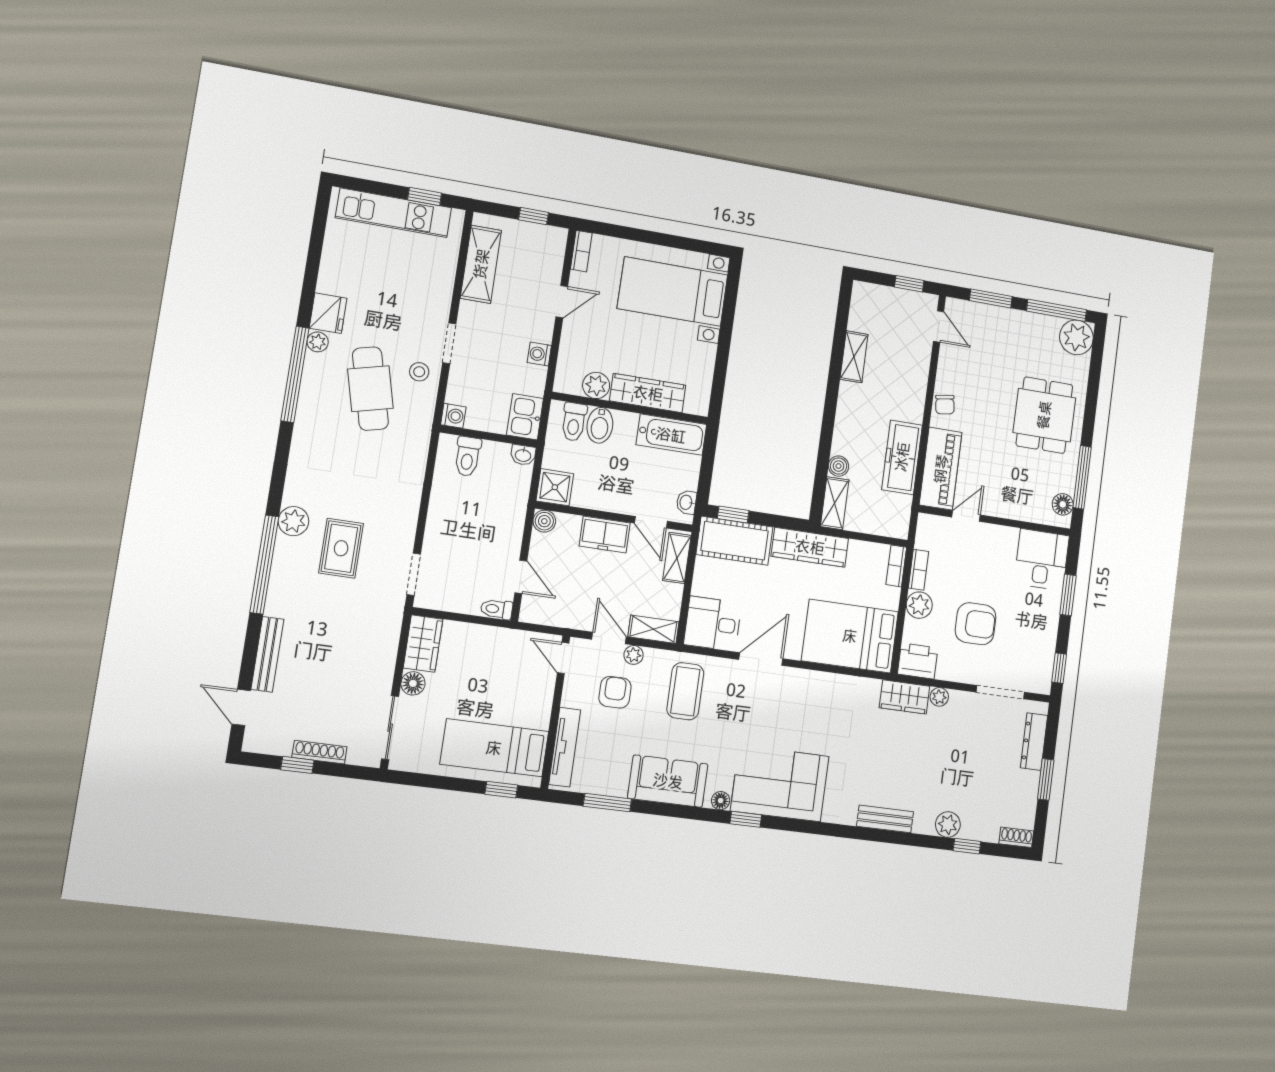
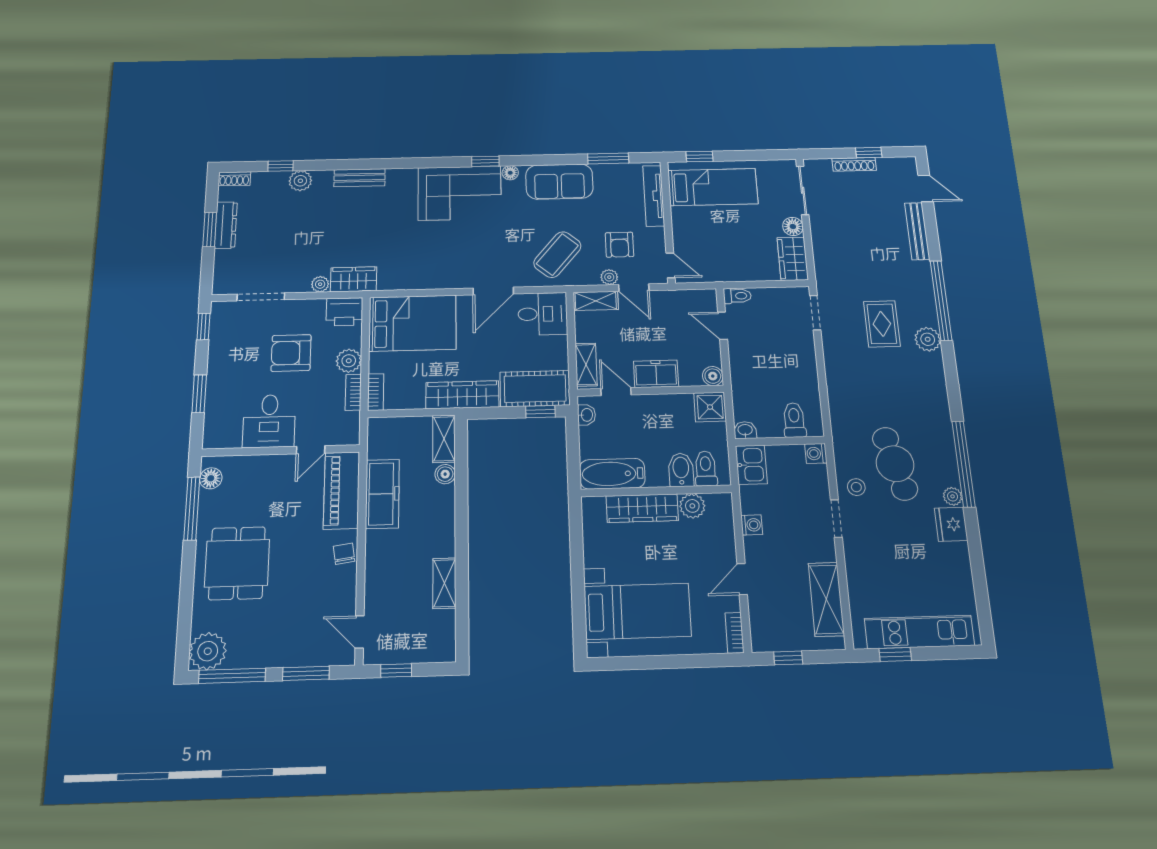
desk: (1042, 560) -> (269, 421), moved
coffee table: (685, 691) -> (557, 255), turned 40
dresser: (1034, 742) -> (226, 225), moved

